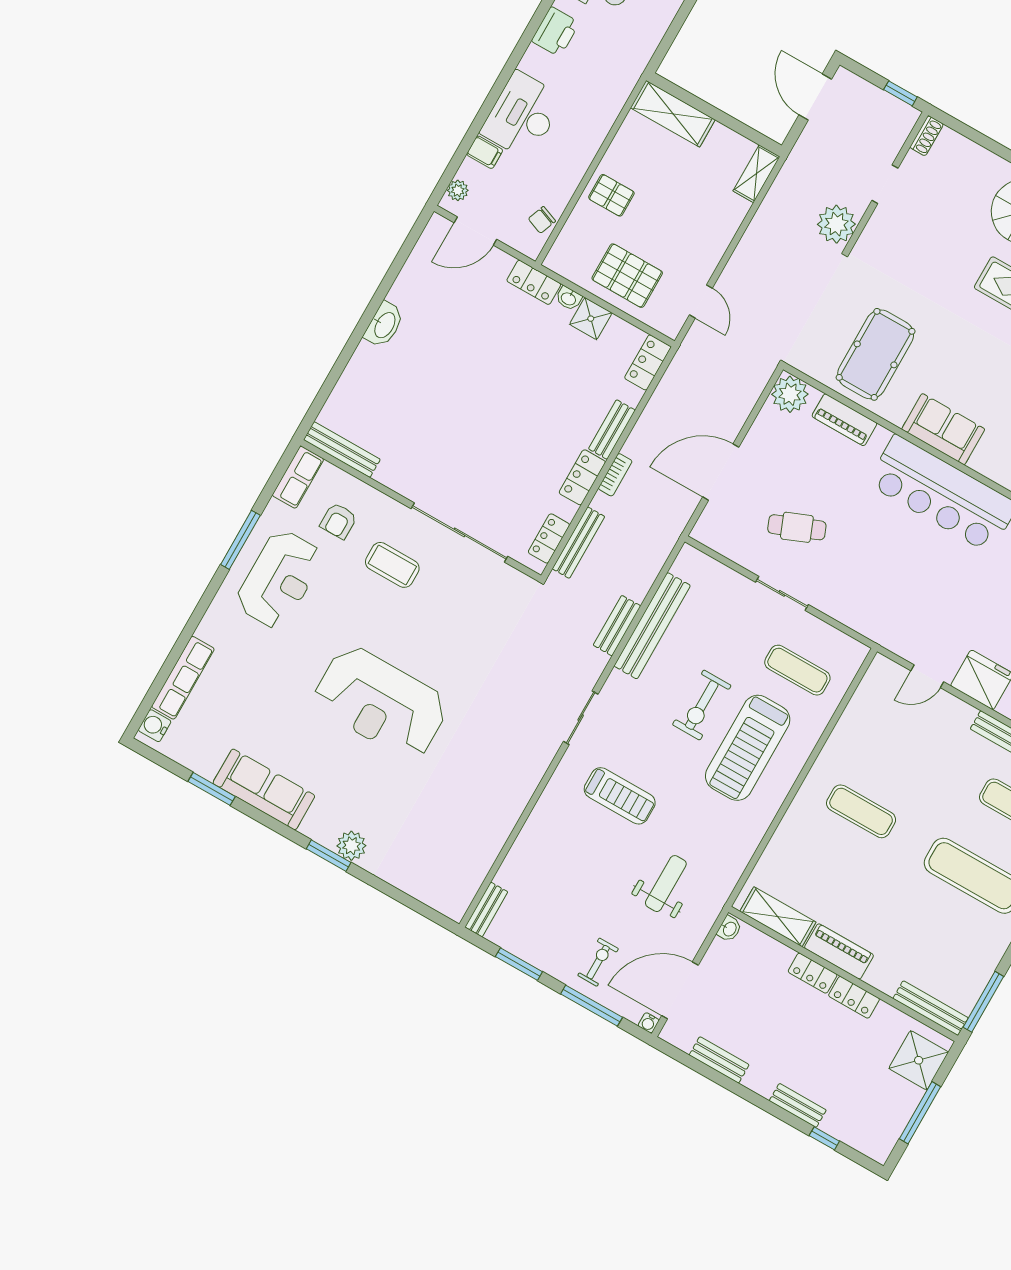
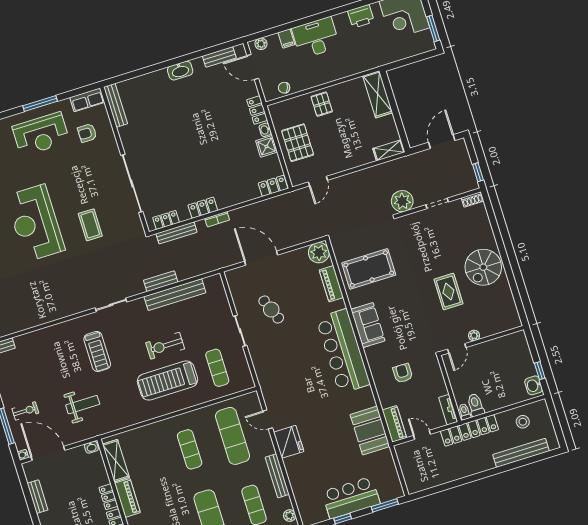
bench: (612, 430) -> (219, 57), moved
coffee table: (392, 565) -> (90, 225), moved
exercise mat: (901, 741) -> (233, 436), added

